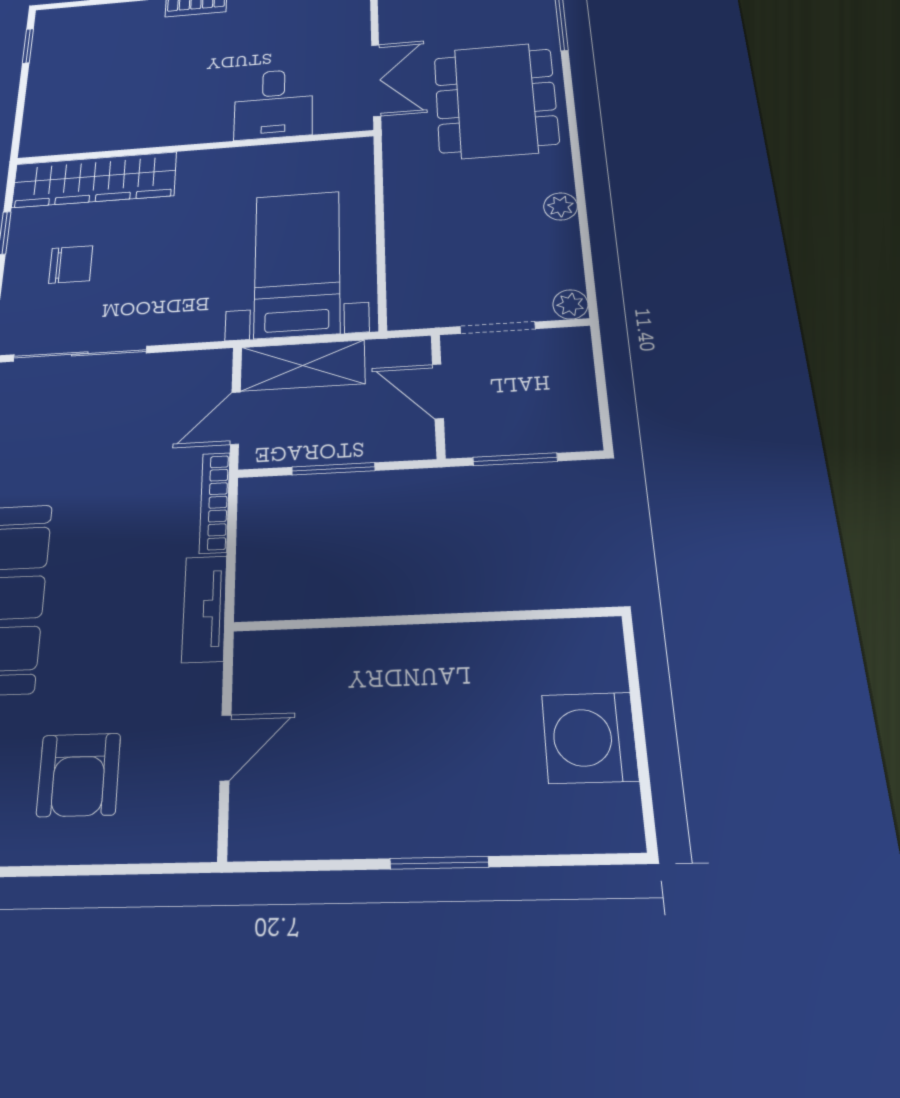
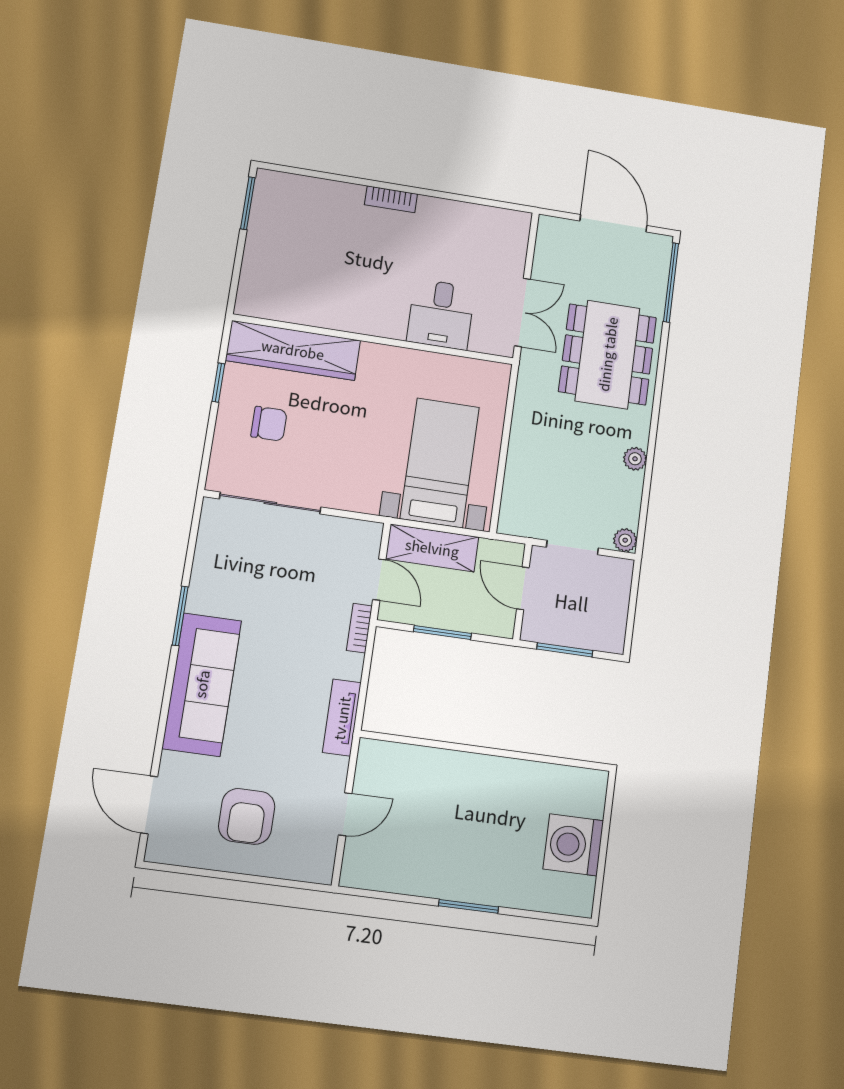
window: (28, 46) -> (248, 203), width x1.50
door: (235, 418) -> (379, 580), swing flipped
bookcase: (215, 502) -> (359, 628), width x0.64

